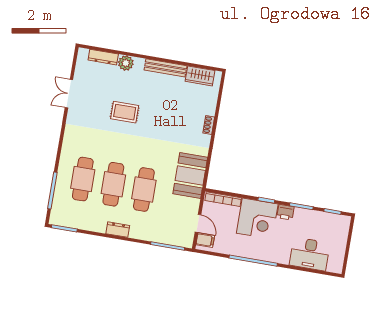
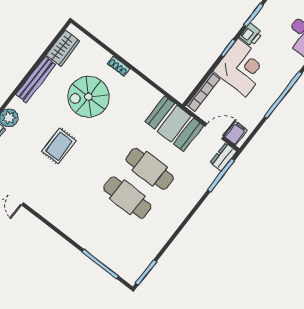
spiral stairs: (174, 115) -> (88, 97), added
booth: (190, 176) -> (174, 124), moved
cafe table: (83, 179) -> (105, 226), removed
dresser: (118, 230) -> (224, 157), moved

